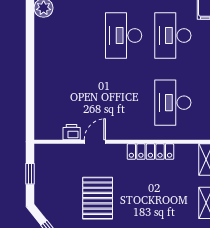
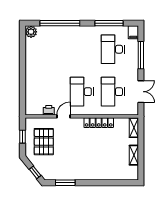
desk: (124, 35) -> (82, 92), moved
pallet: (98, 198) -> (44, 142), moved

